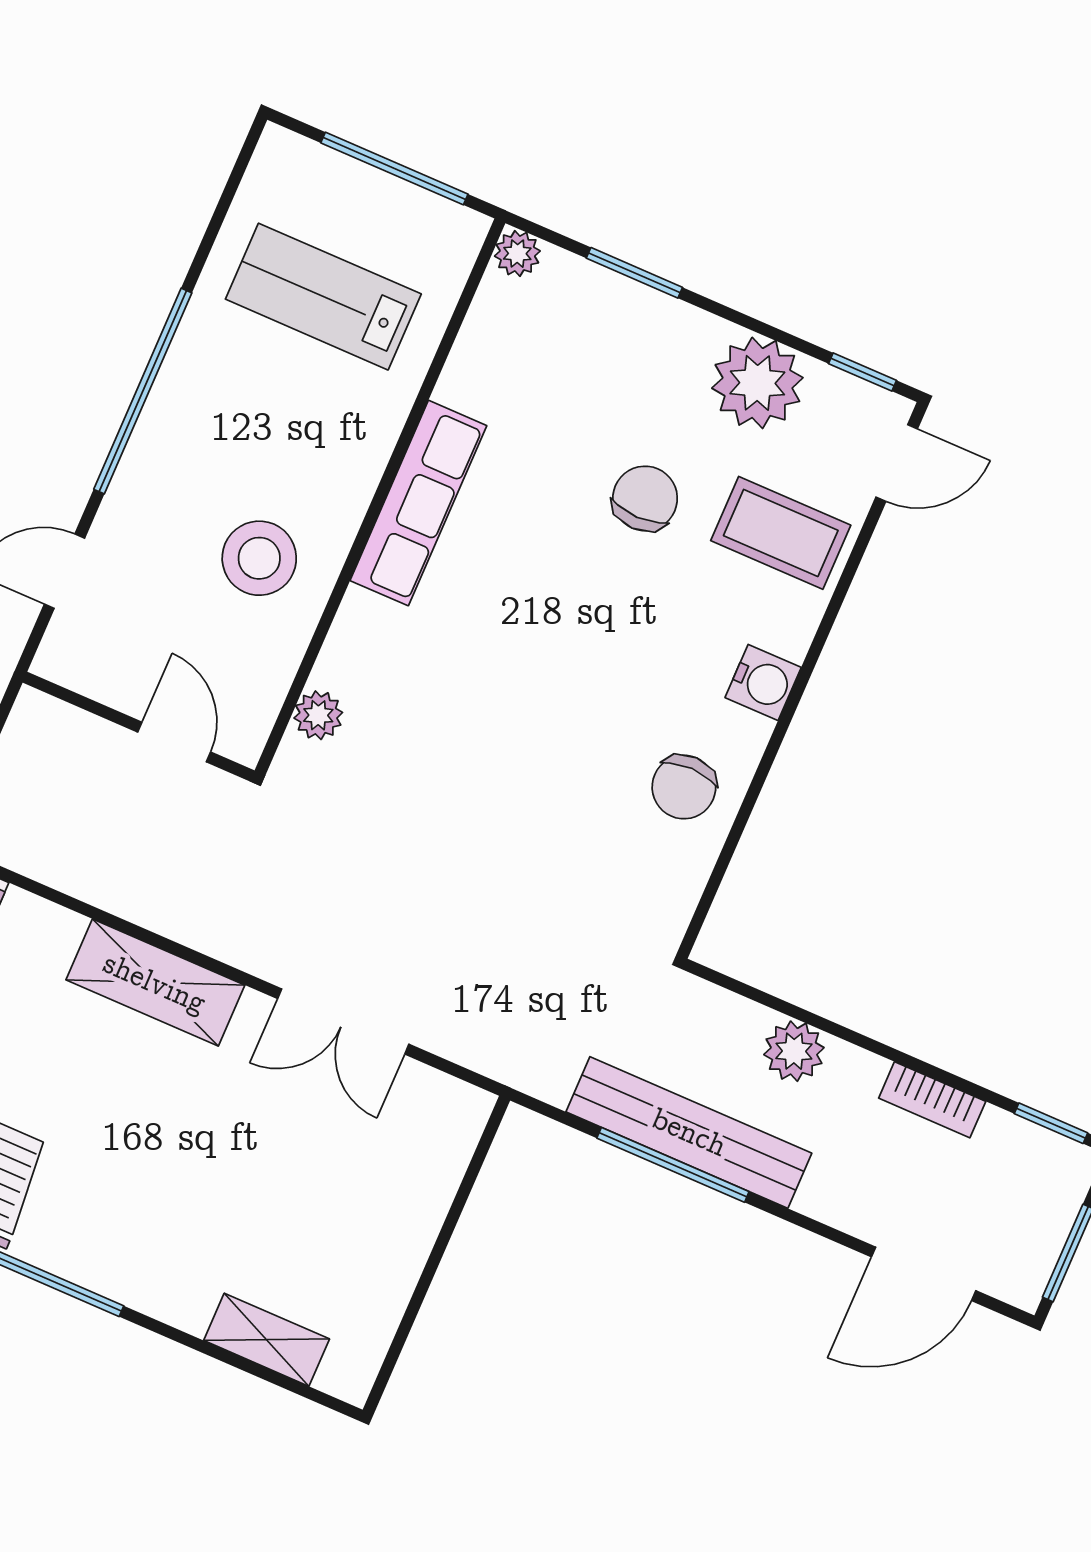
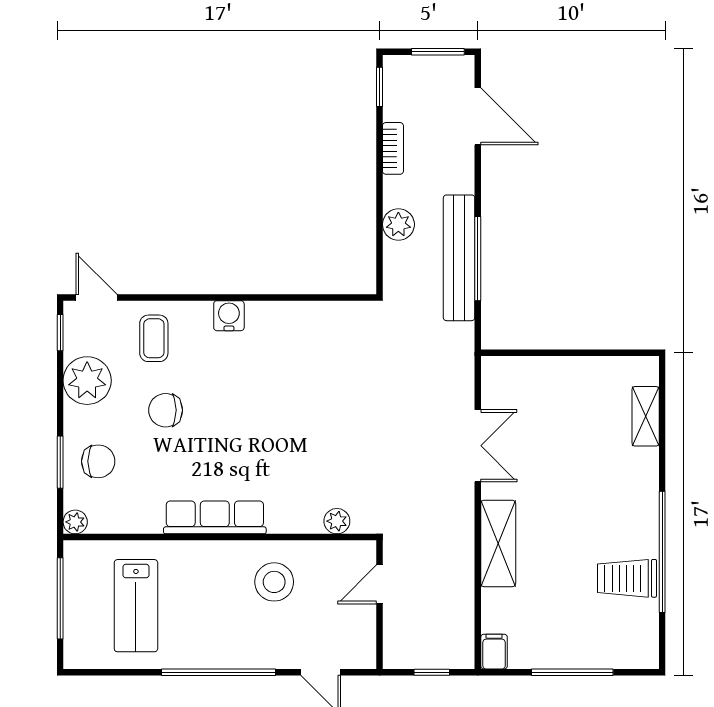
coffee table: (781, 533) -> (154, 338), width x0.73, depth x0.77
chair: (684, 787) -> (98, 461), moved

